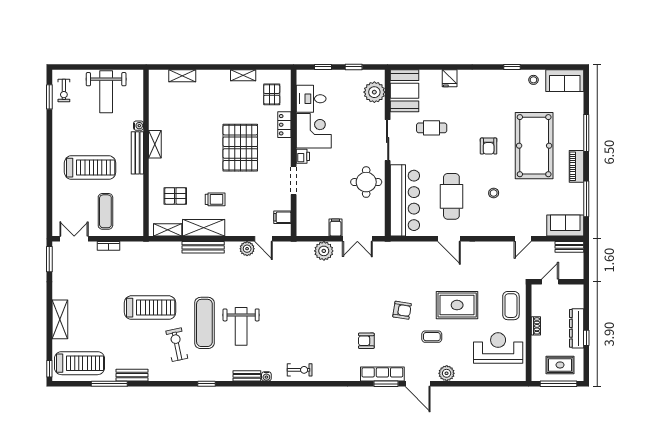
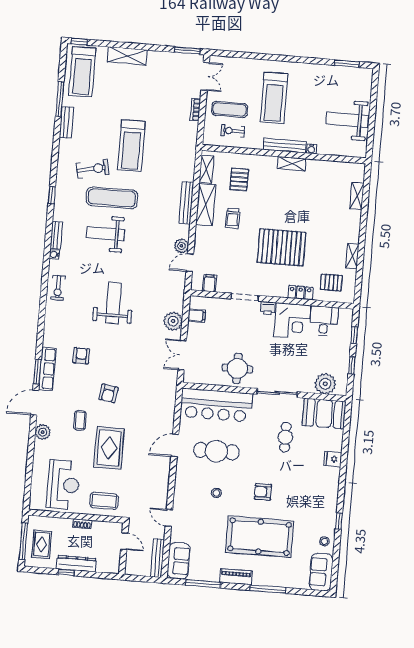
exercise bike: (64, 90) -> (233, 131), moved
filing cabinet: (336, 228) -> (197, 315), moved
bench: (569, 247) -> (158, 558), width x1.36
weight bench: (310, 313) -> (113, 303), added

